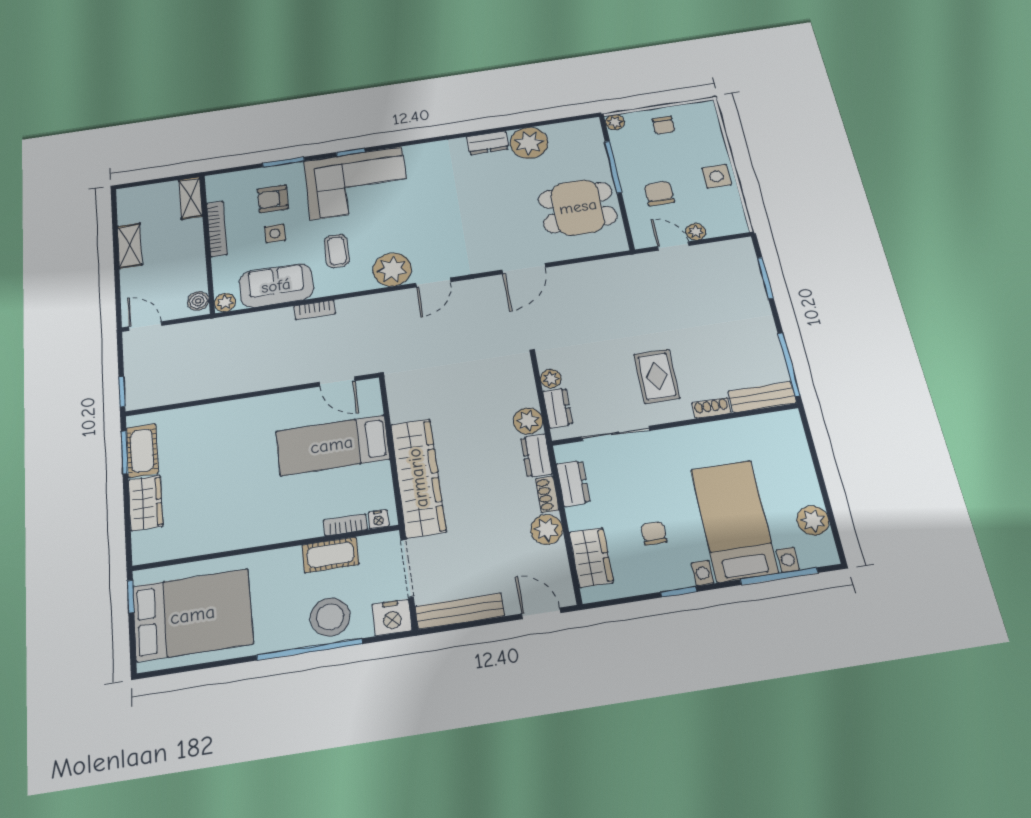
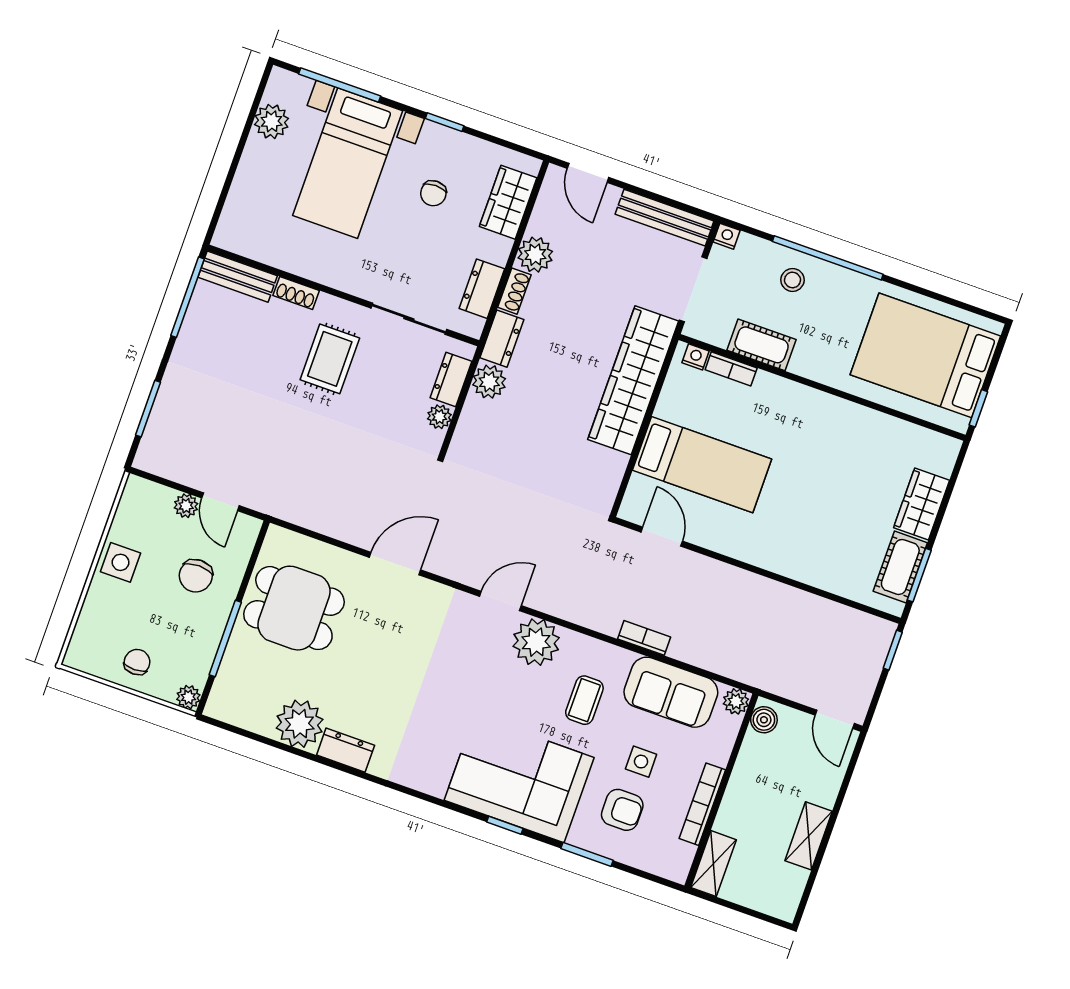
stool: (330, 617) -> (793, 280), width x0.53, depth x0.53
nightstand: (392, 617) -> (727, 236), width x0.53, depth x0.56

